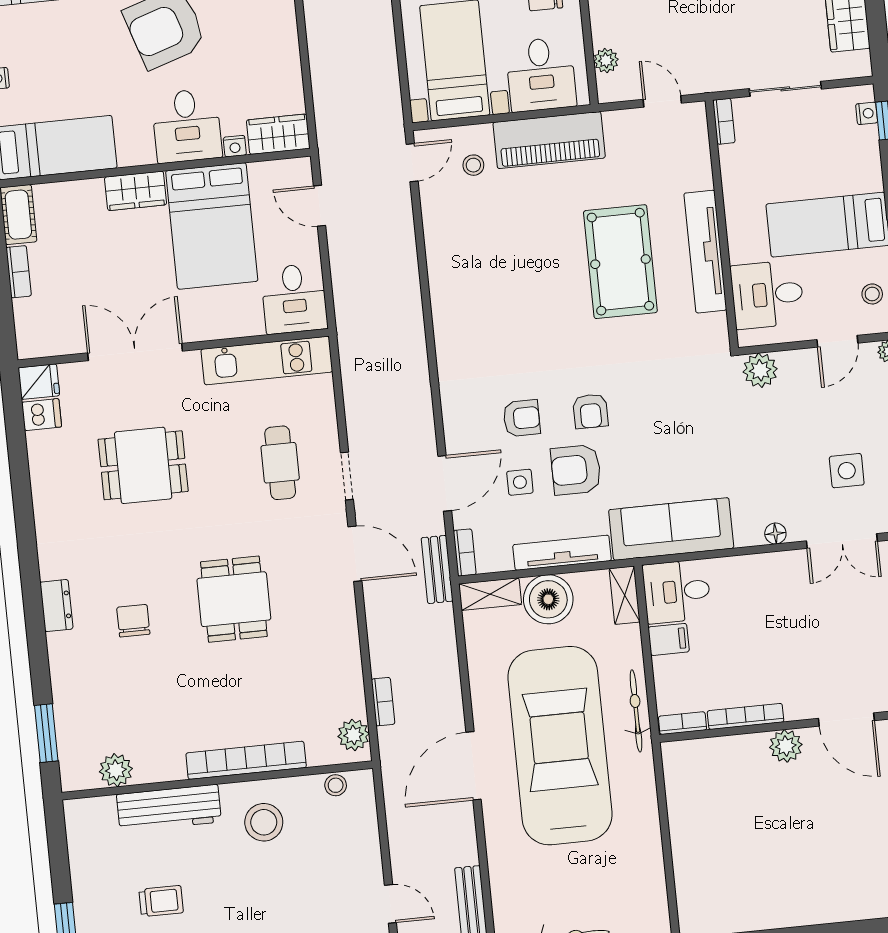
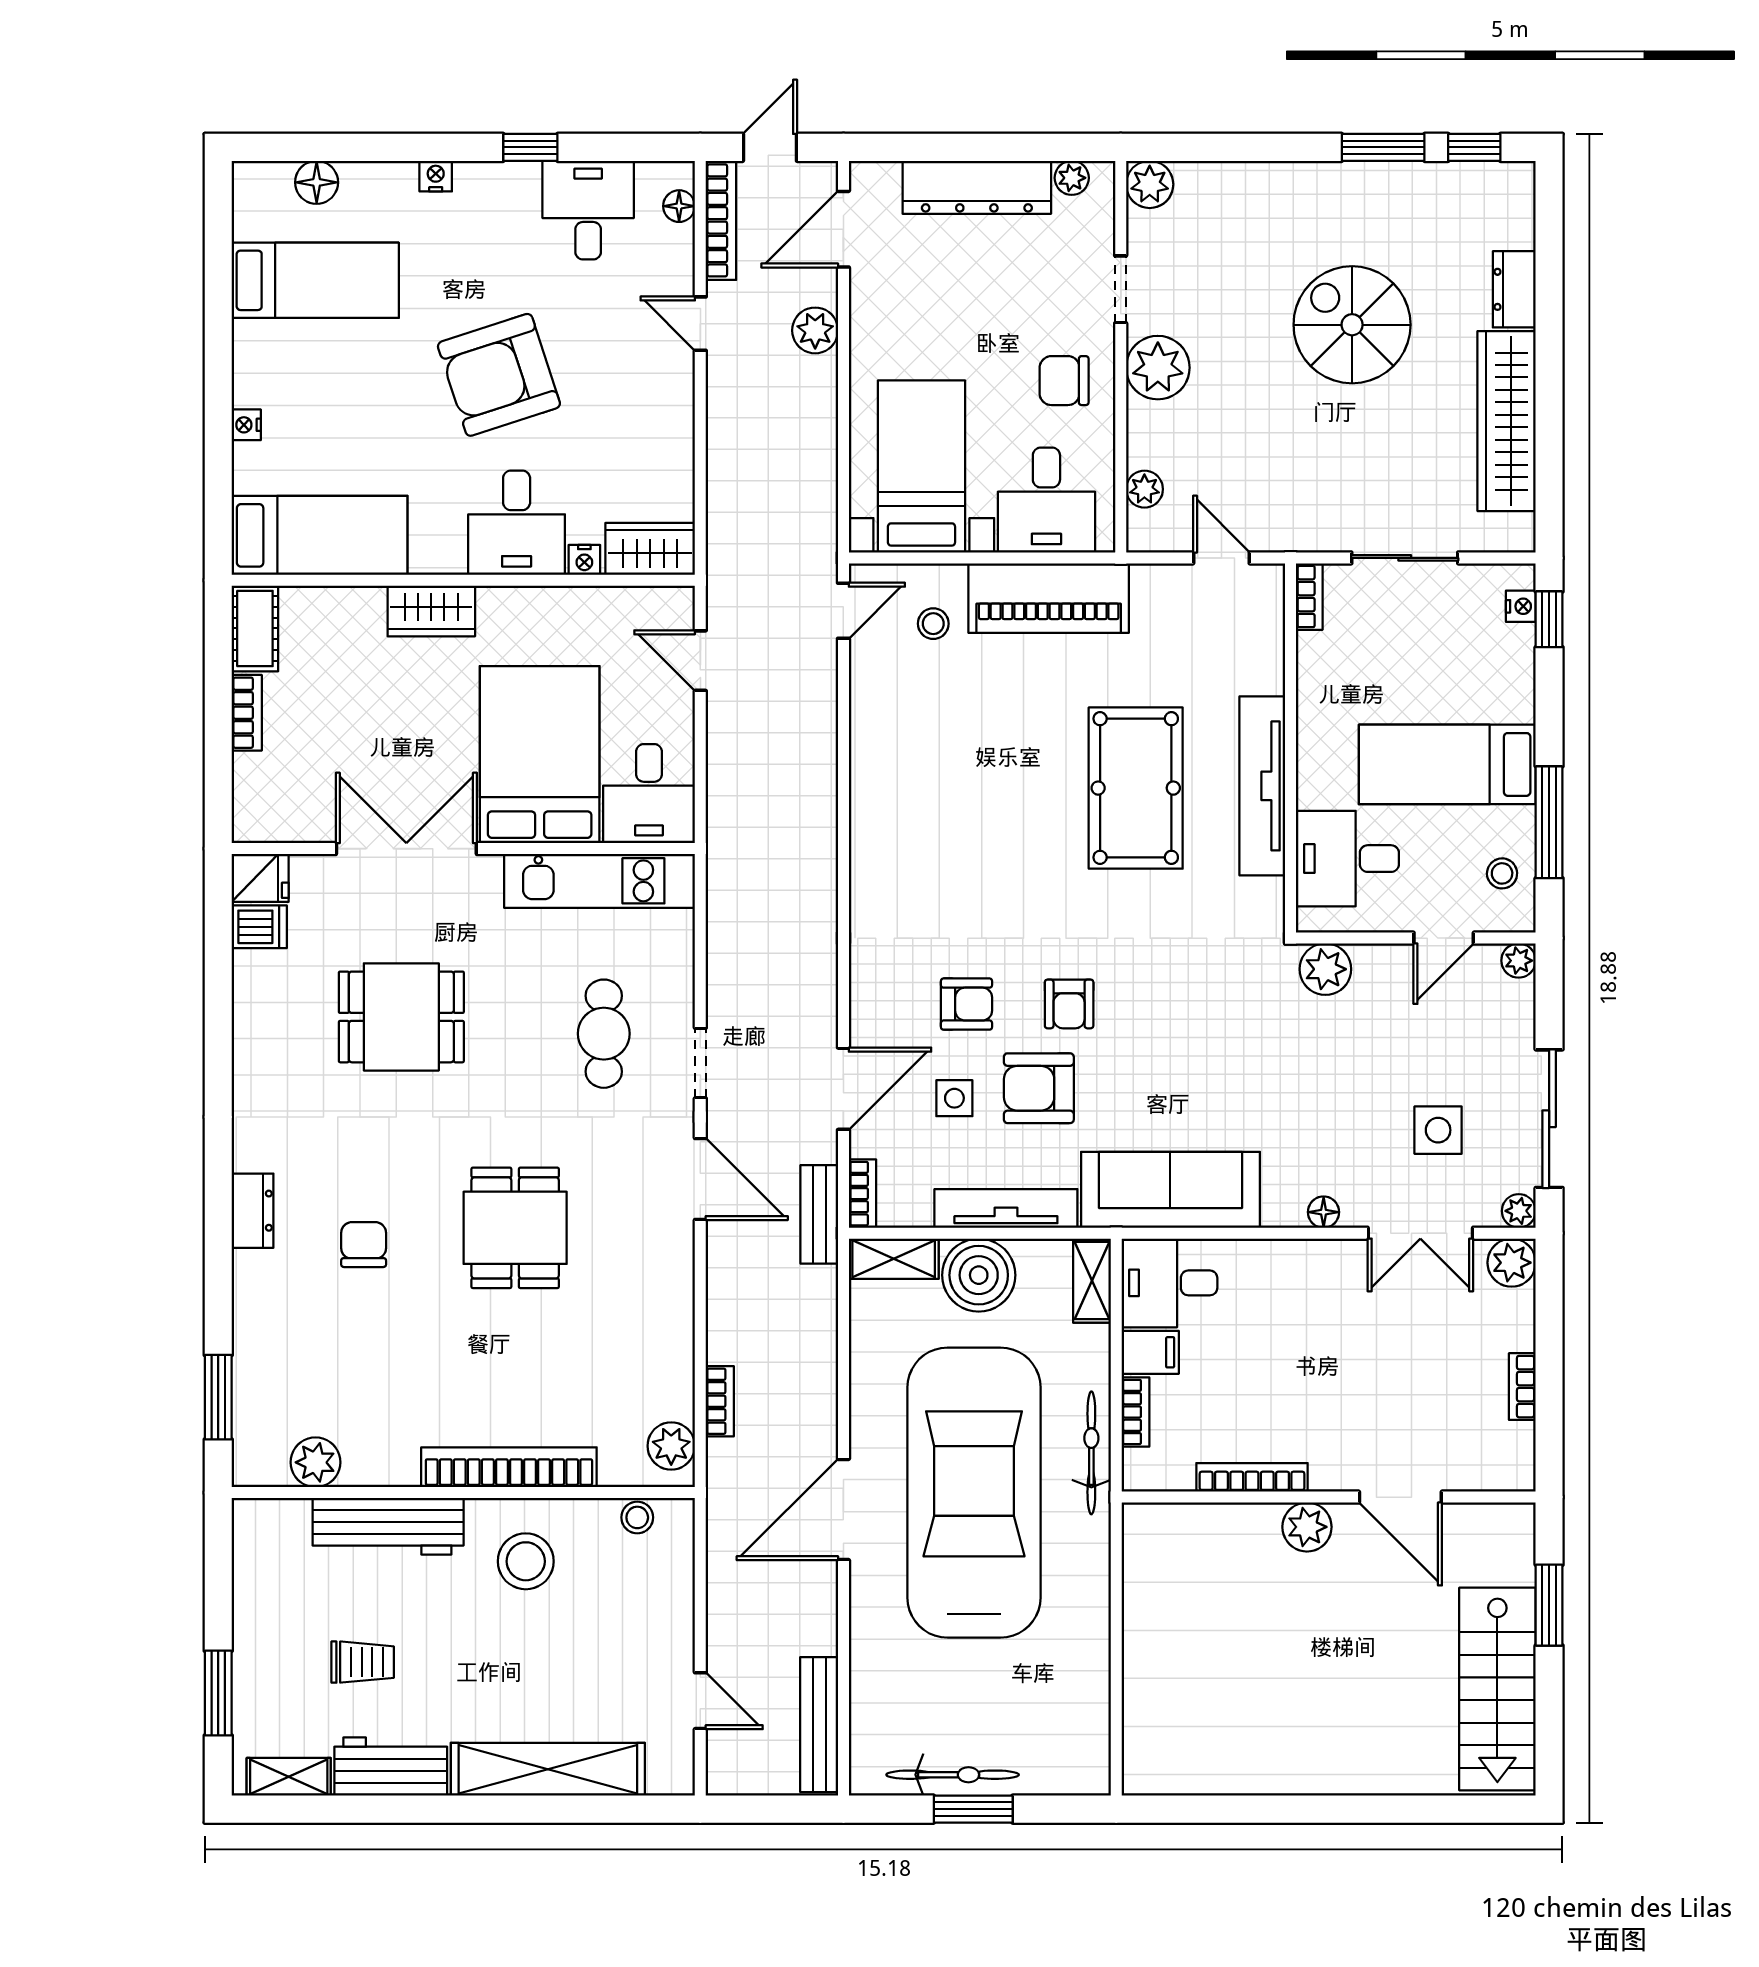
bed: (212, 226) -> (540, 755), moved, turned 180
bookcase: (682, 723) -> (1135, 1412), moved, turned 90

